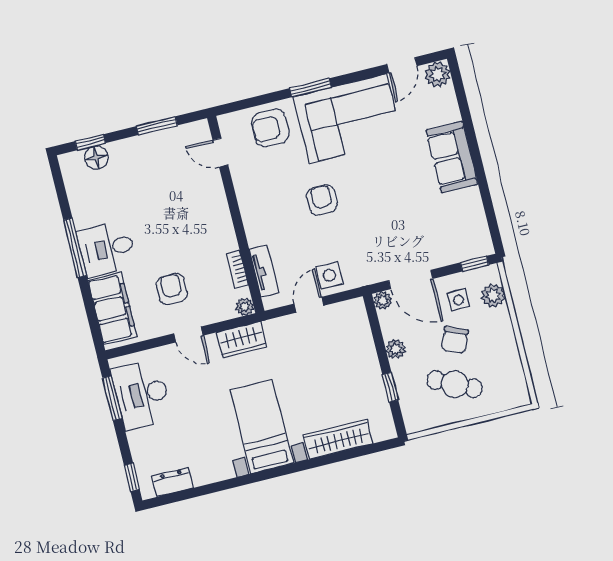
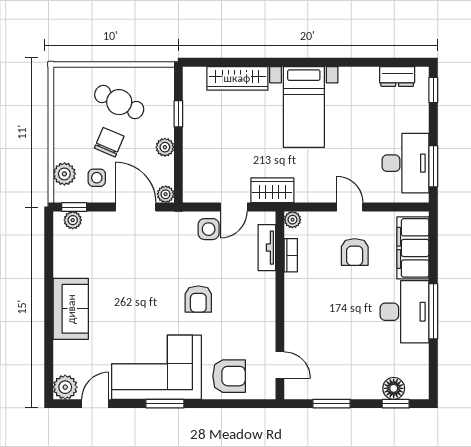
window: (310, 88) -> (165, 404), moved
desk: (107, 249) -> (404, 312), width x1.37
plant: (473, 250) -> (73, 220), added
wardrobe: (242, 340) -> (272, 190), moved

